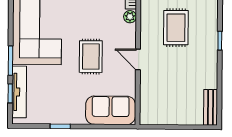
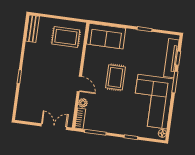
rug: (176, 28) -> (66, 37), moved, turned 90
door: (138, 59) -> (79, 84), moved

